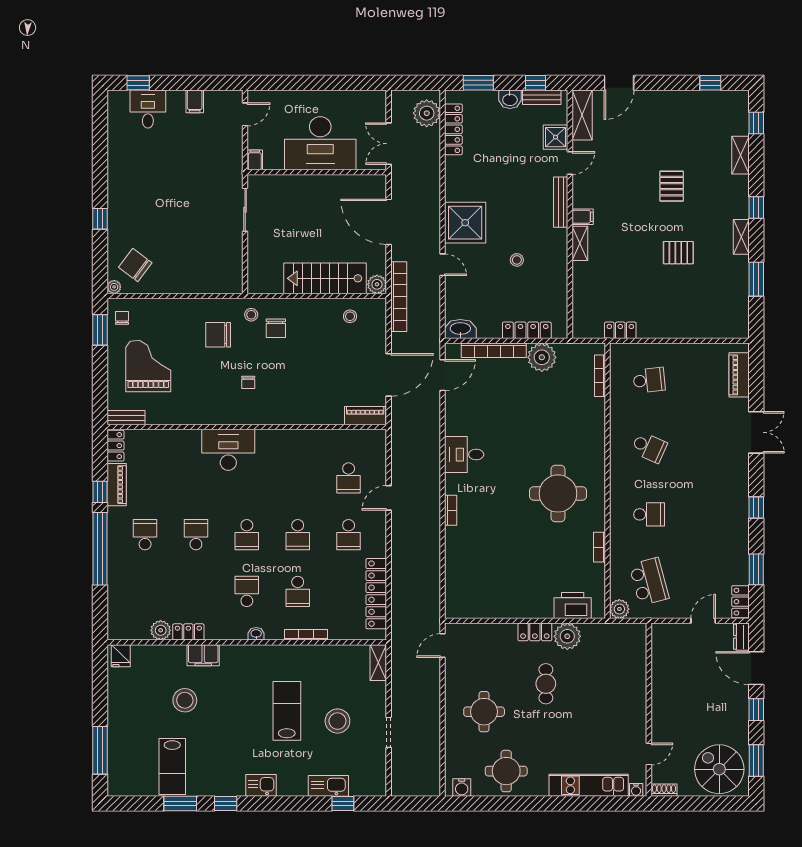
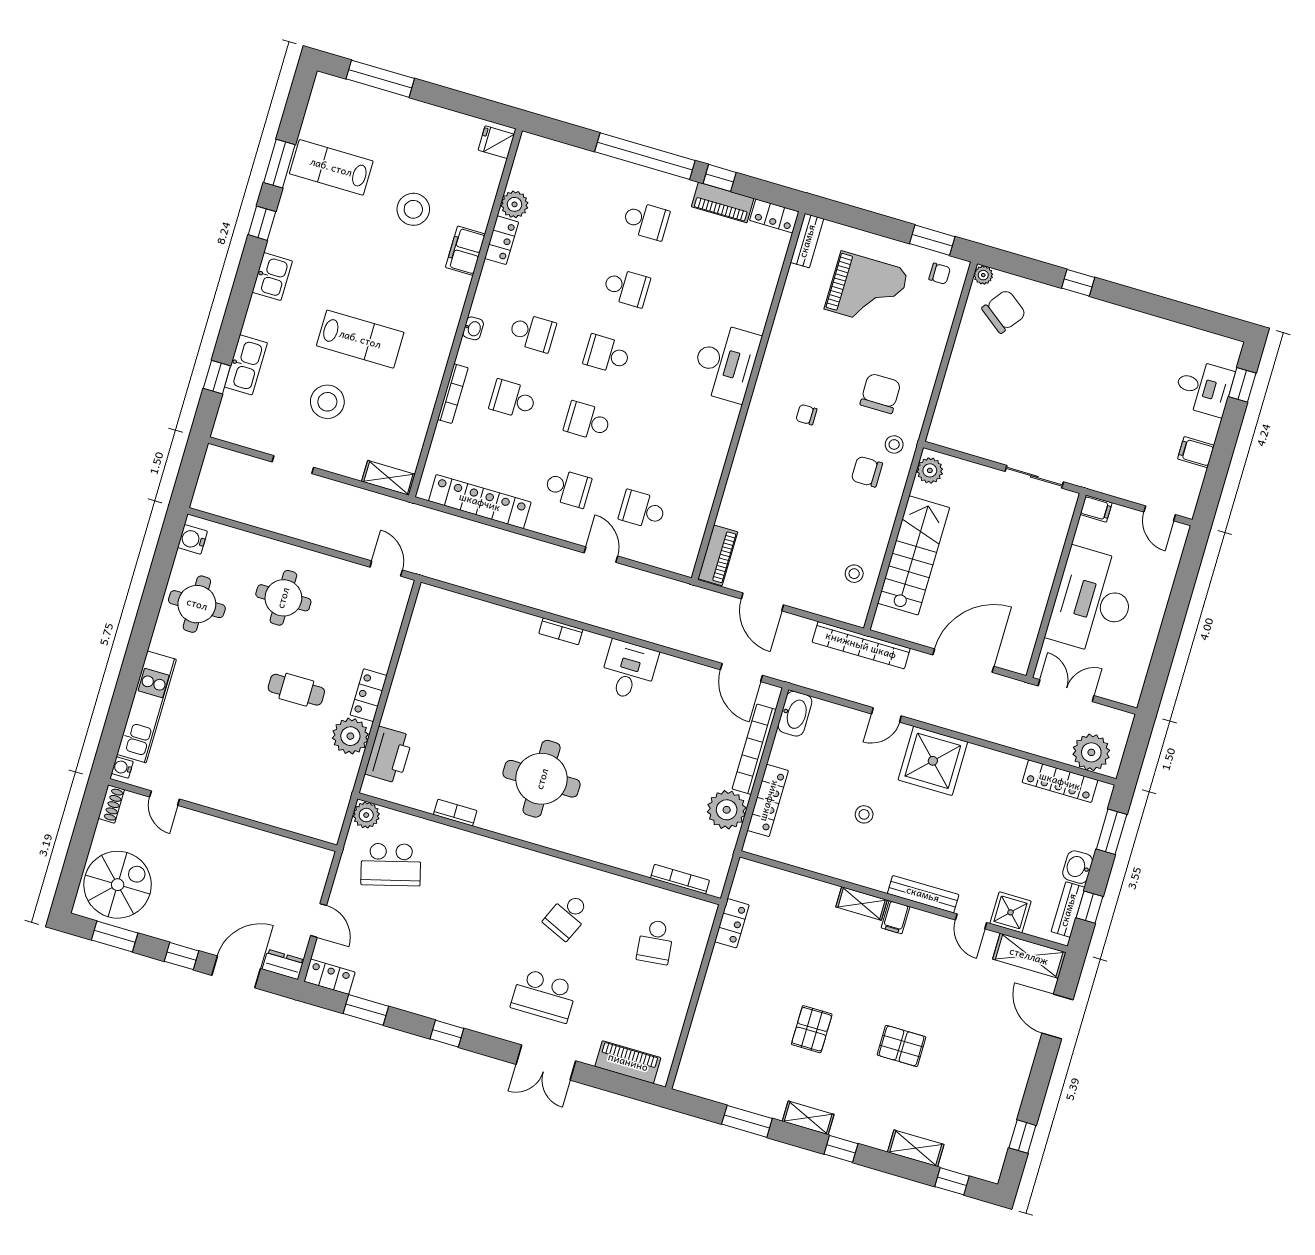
plant: (377, 284) -> (930, 470), moved
door: (389, 375) -> (762, 602), width x0.73
school desk: (649, 514) -> (544, 996), moved, width x1.85
school desk: (349, 535) -> (568, 488), turned 180

